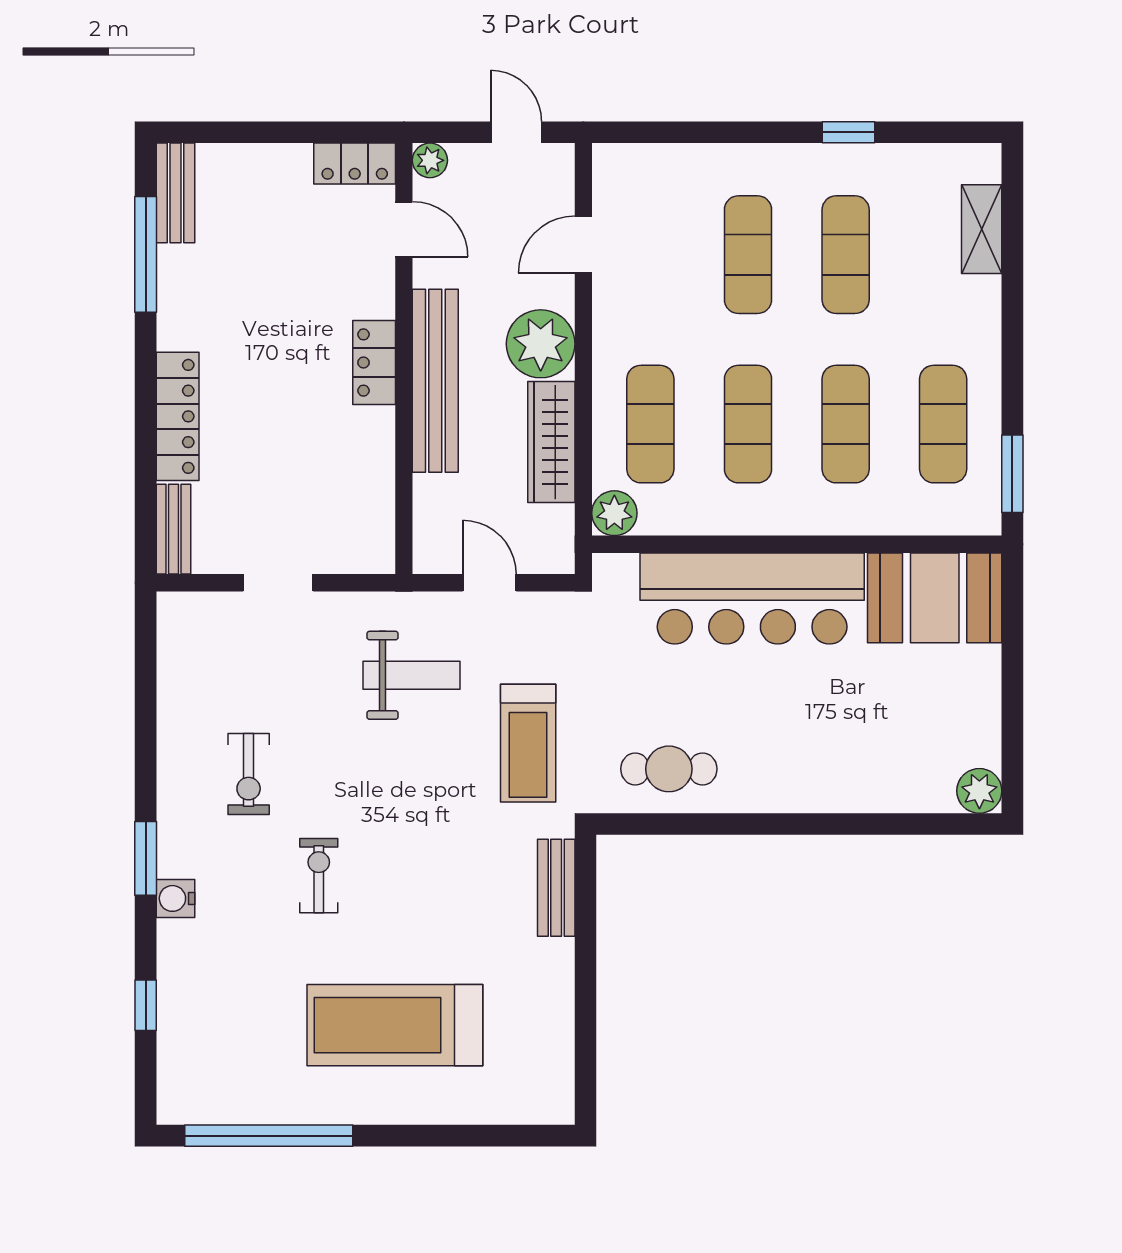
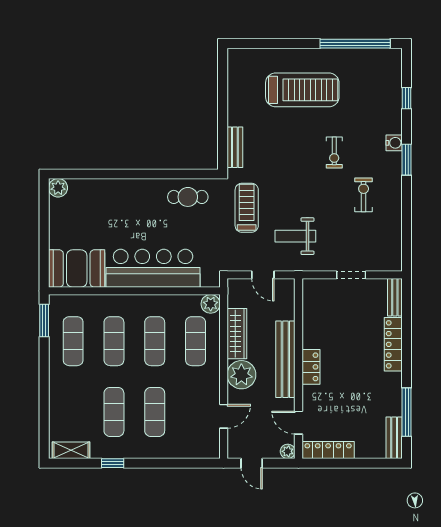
locker: (355, 163) -> (328, 450), width x1.53
shelving: (982, 229) -> (71, 450), moved, turned 90

